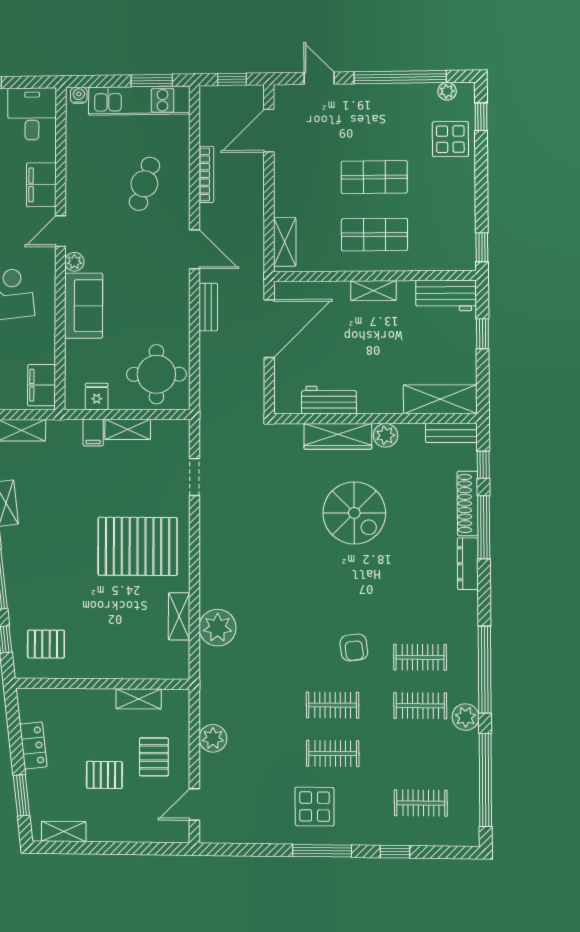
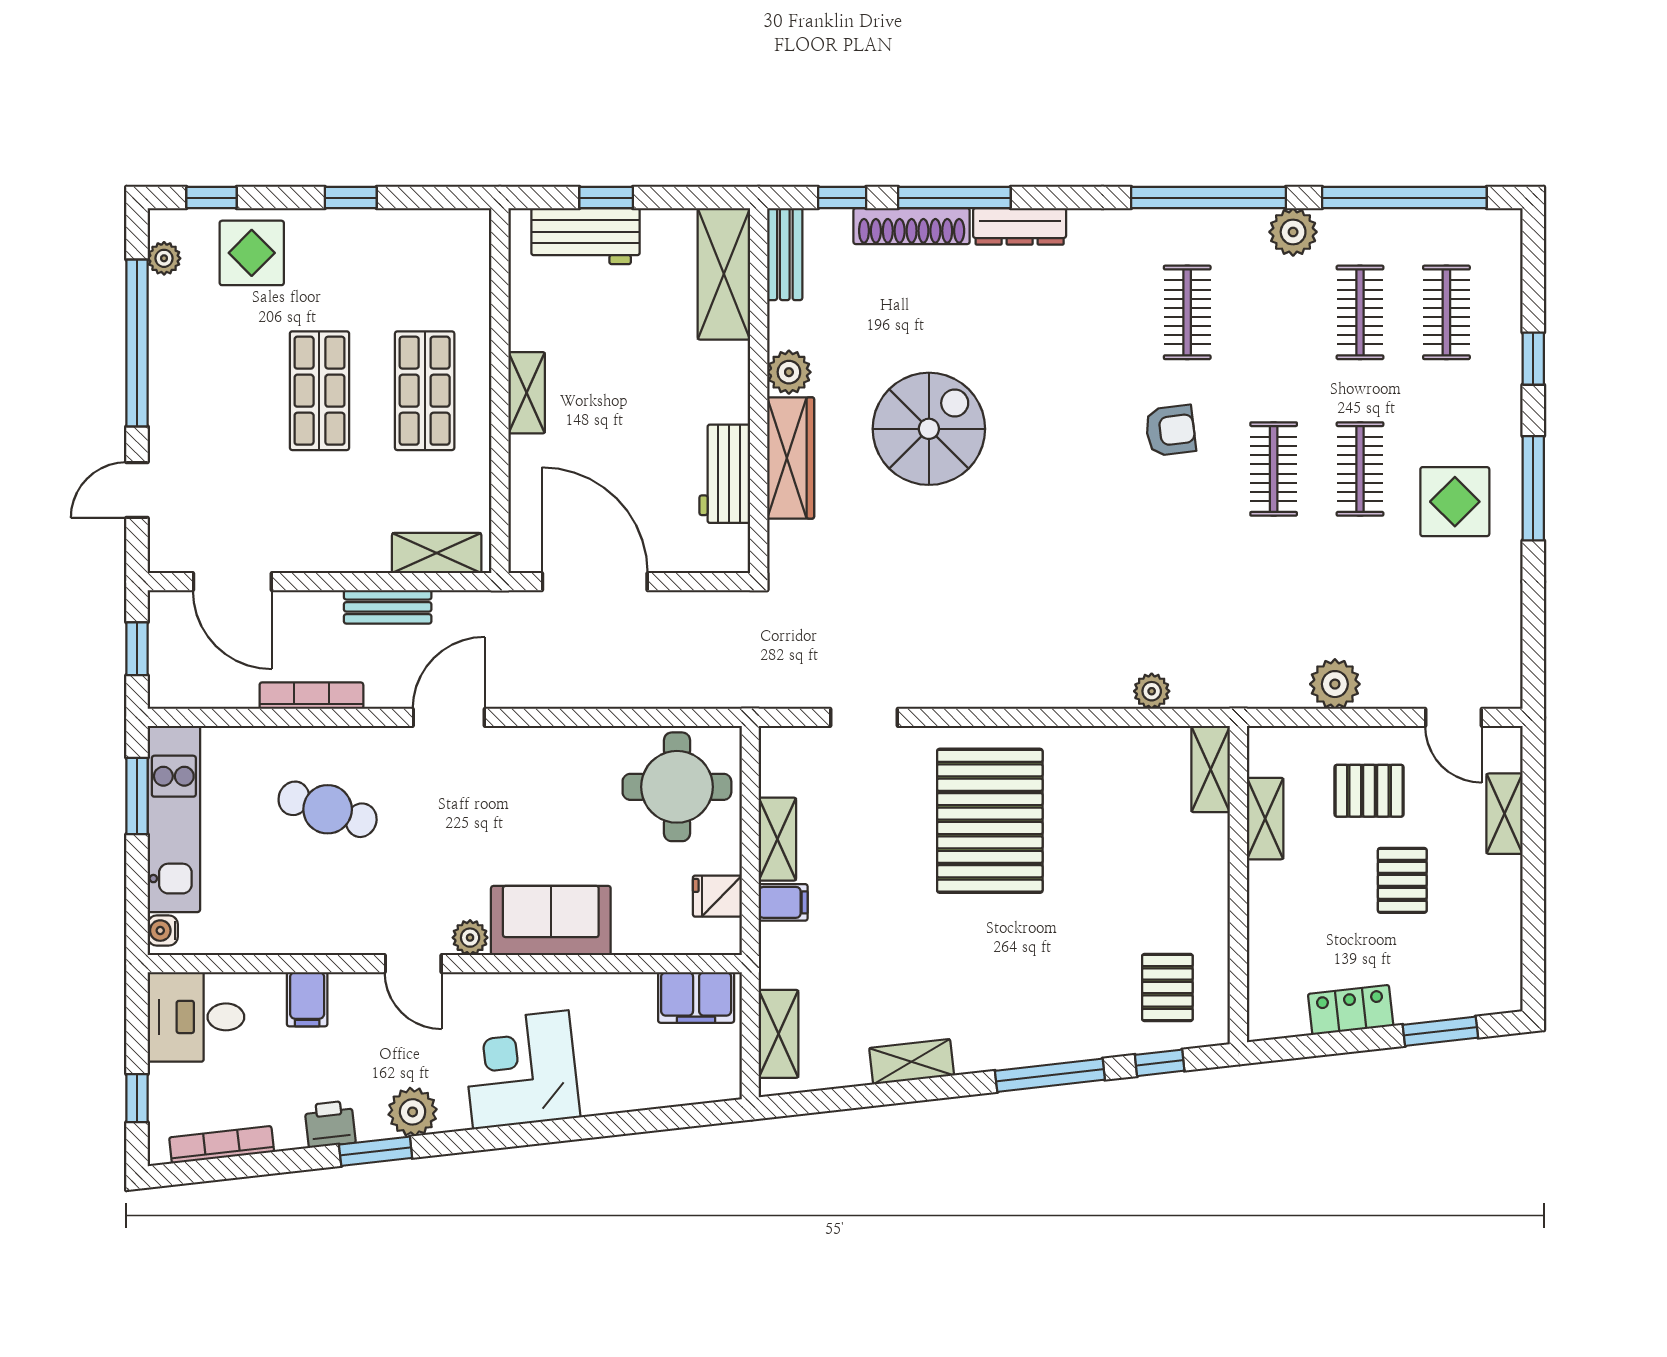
filing cabinet: (41, 185) -> (307, 999), width x0.50
window: (482, 247) -> (351, 198), moved
workbench: (446, 296) -> (585, 236), moved, turned 90
bench: (208, 307) -> (388, 607), moved
shelving: (179, 616) -> (1211, 769), moved, turned 90
plant: (218, 628) -> (1152, 691), width x0.53, depth x0.53
clothes rail: (420, 706) -> (1360, 312), moved
shelving: (64, 832) -> (1505, 814), moved

